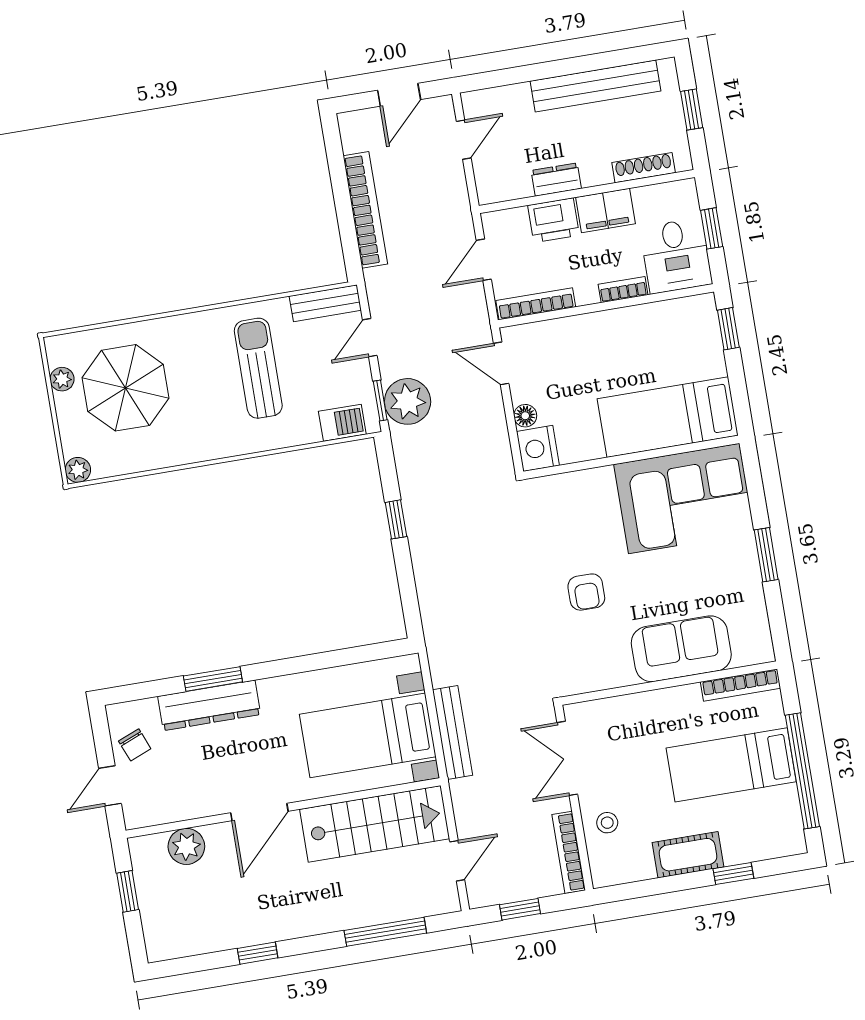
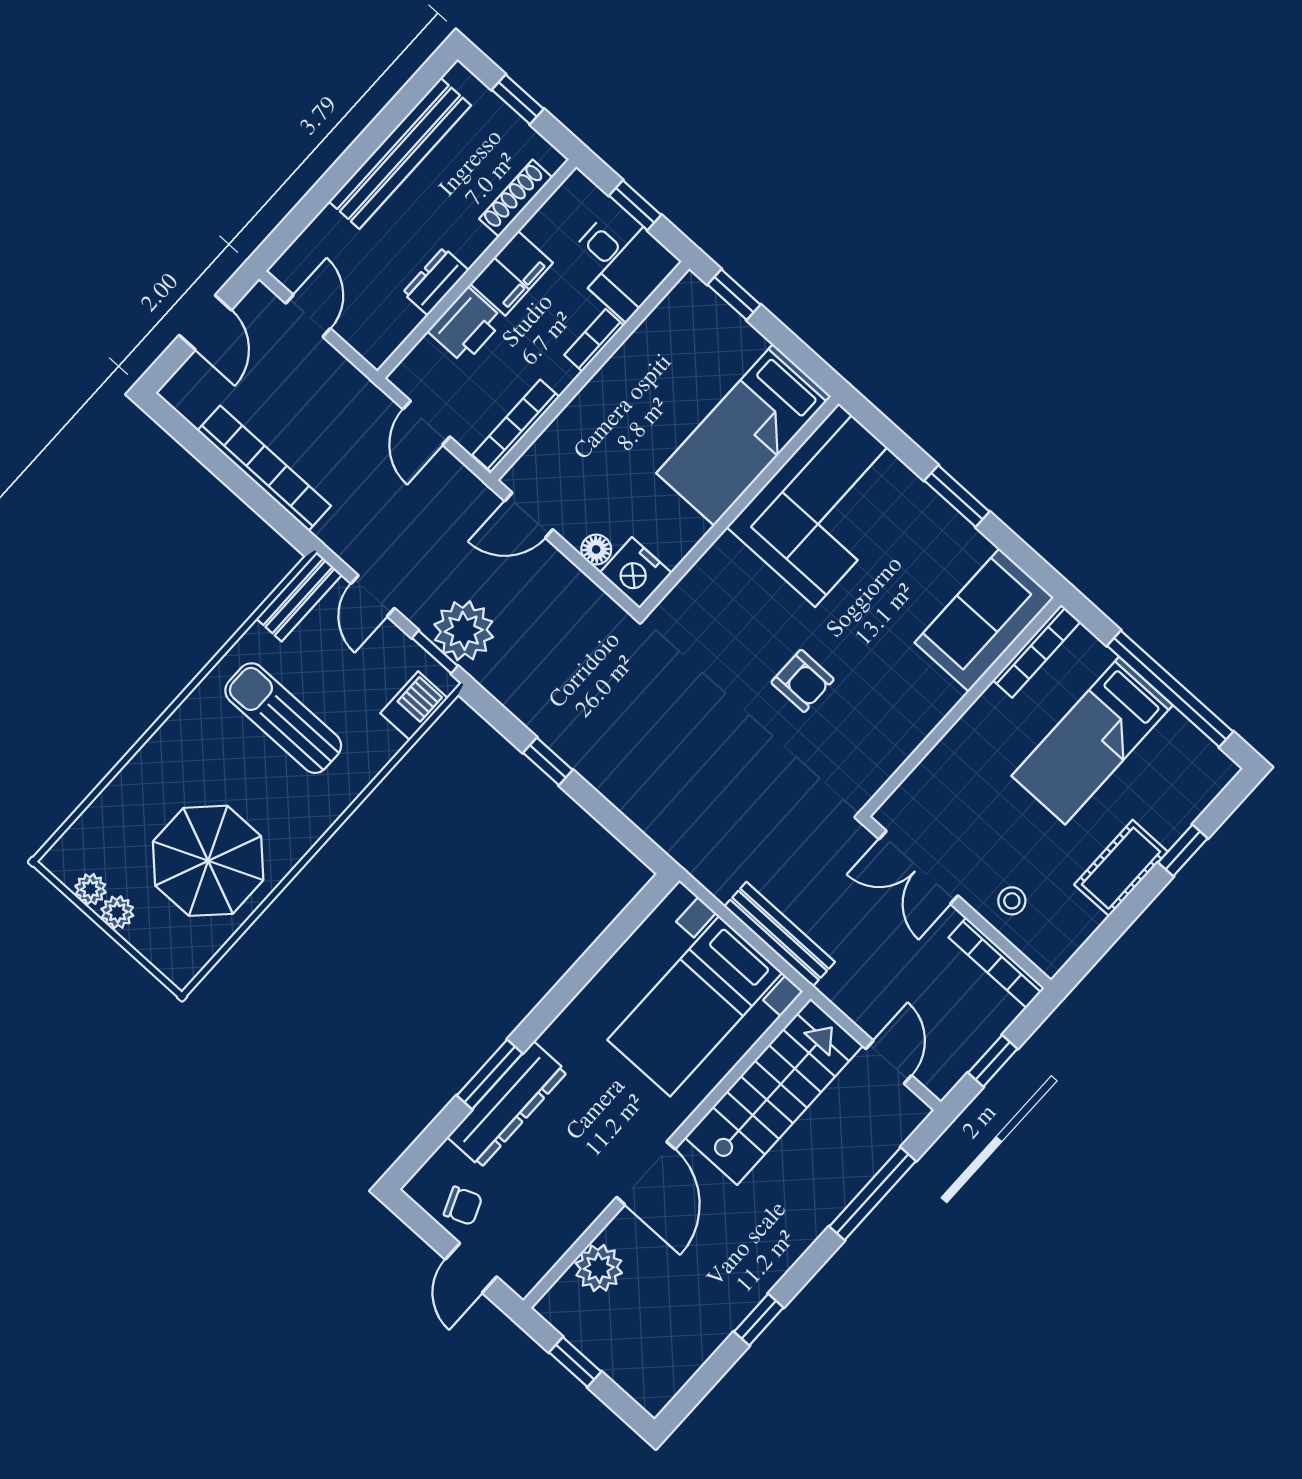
parasol: (126, 388) -> (208, 861), moved
plant: (78, 470) -> (117, 912), moved
sofa: (681, 649) -> (984, 620), moved

